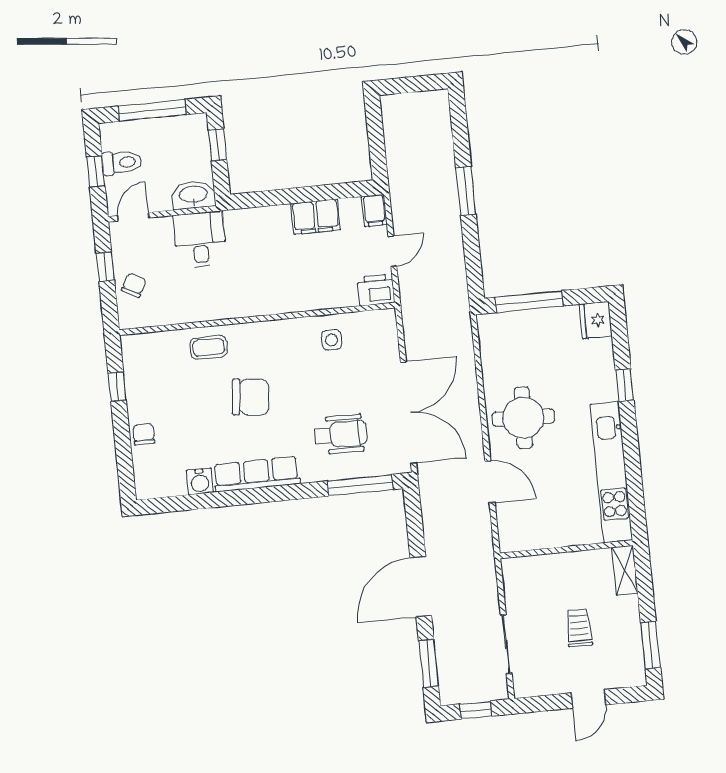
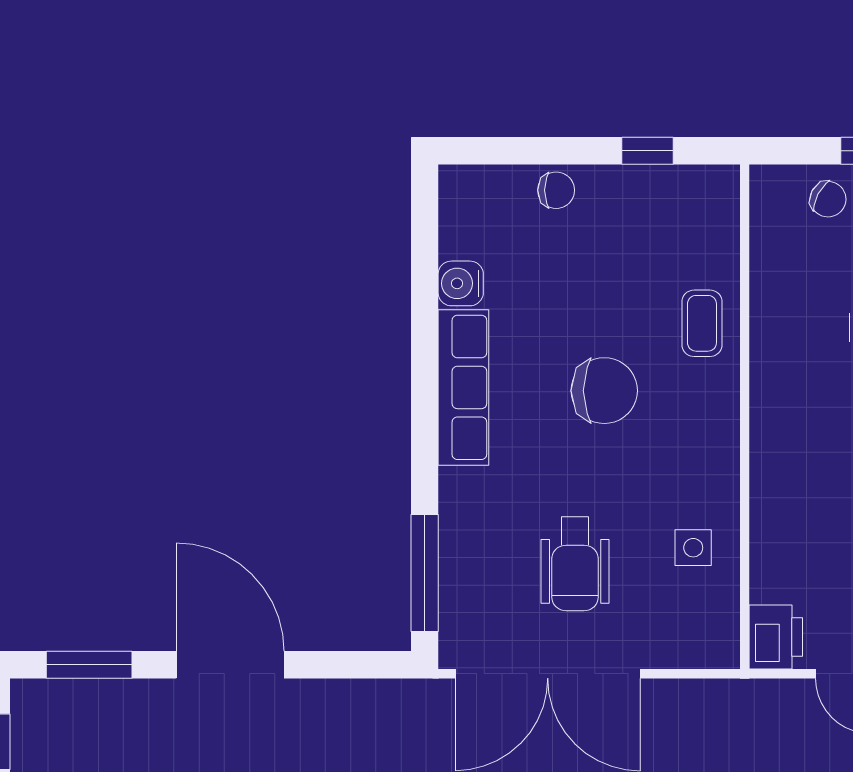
chair: (251, 397) -> (604, 391), turned -96
wheelchair: (341, 434) -> (575, 564), moved

